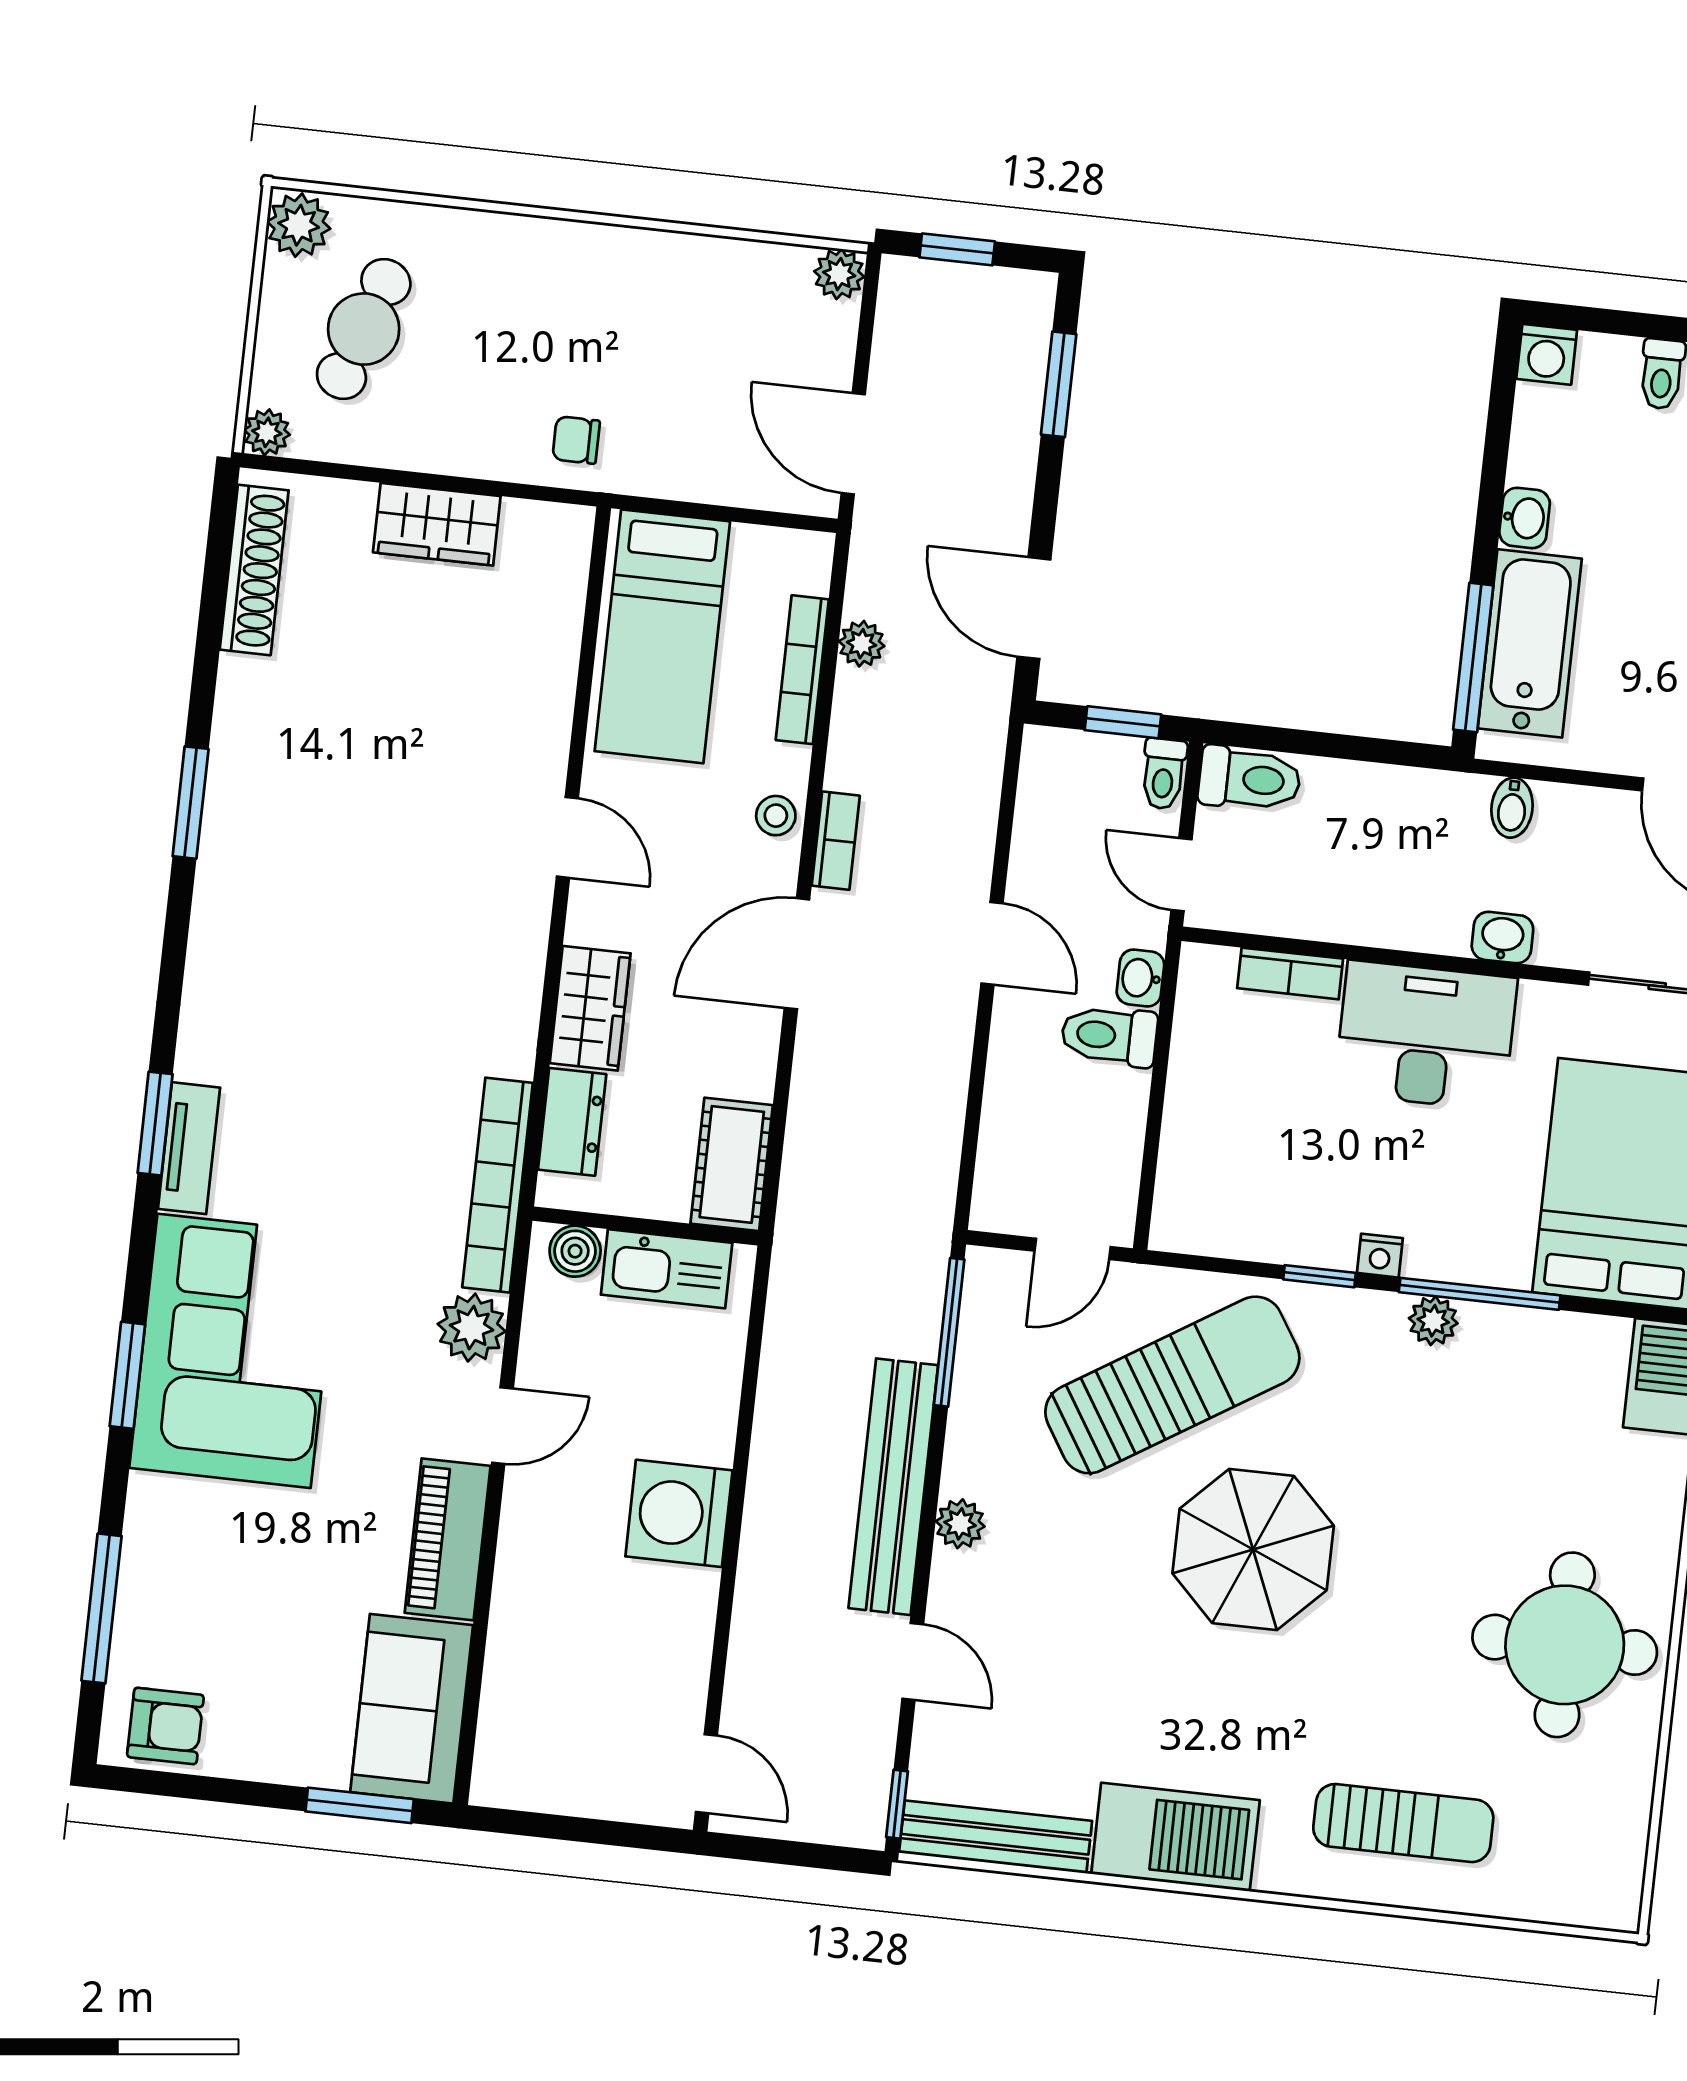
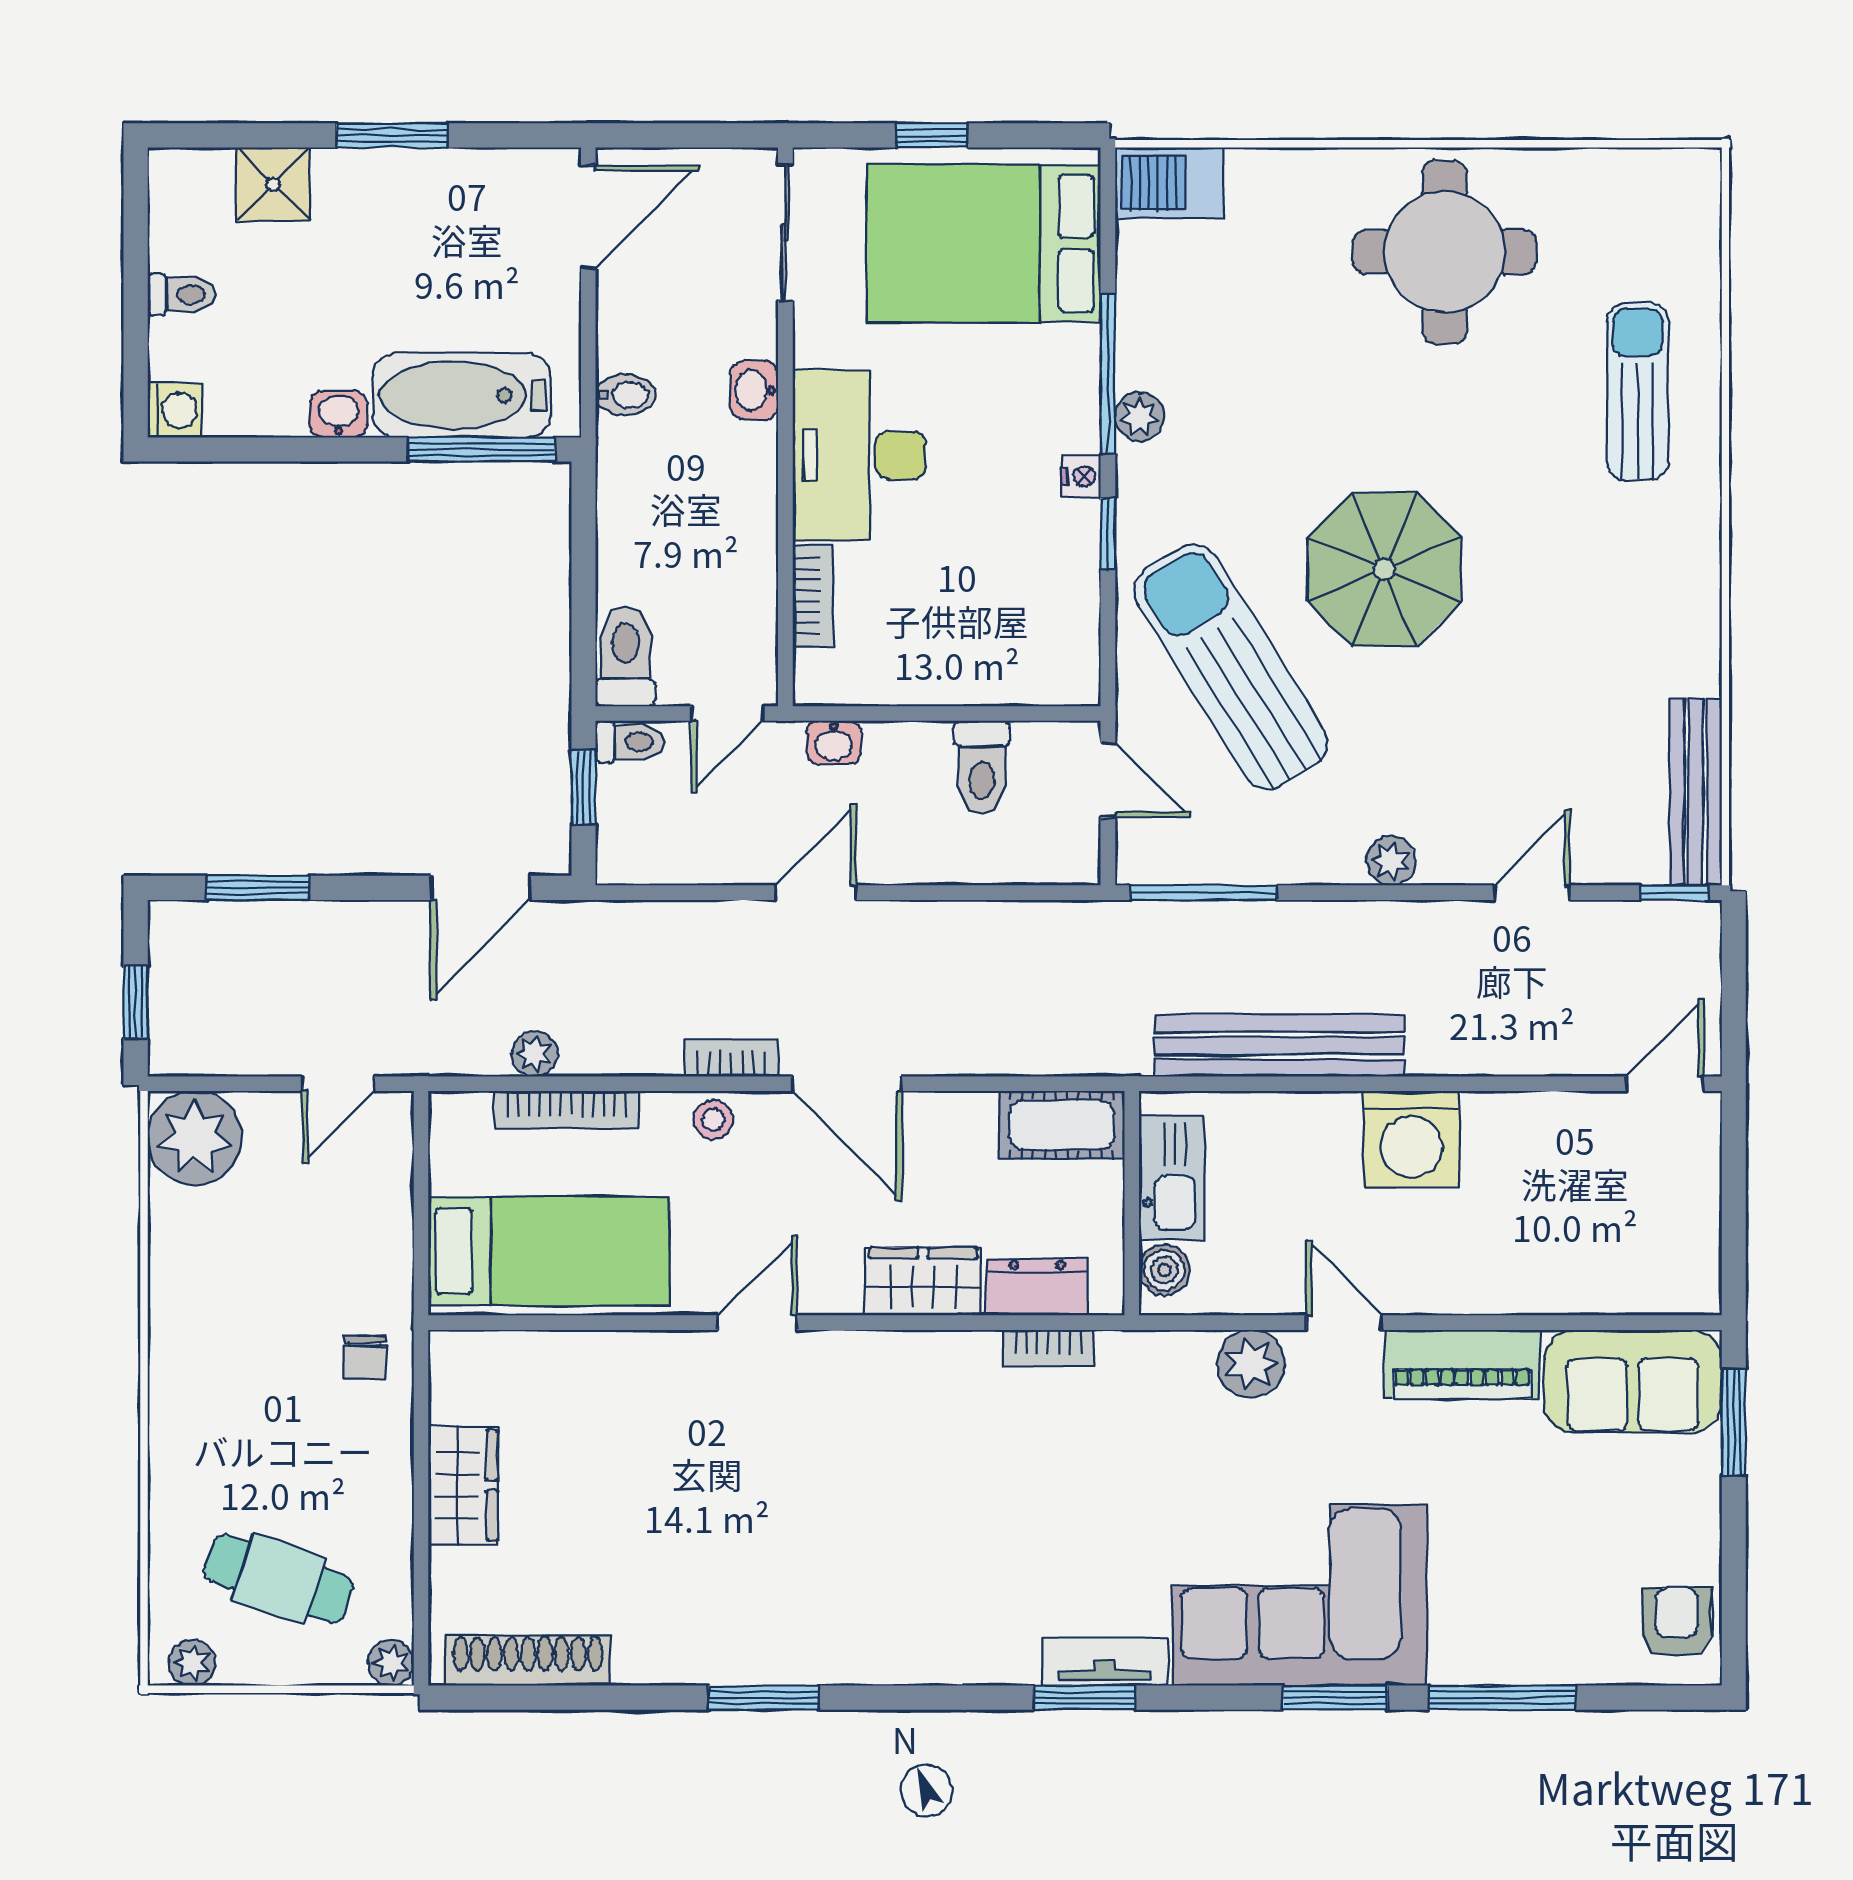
plant: (299, 225) -> (192, 1663), width x0.73, depth x0.73
plant: (839, 274) -> (195, 1138), width x1.88, depth x1.88
door: (853, 444) -> (338, 1084), width x0.73
toilet: (1109, 1036) -> (982, 767), moved
bookcase: (498, 1185) -> (1048, 1348), width x0.43, depth x0.76
bench: (893, 1487) -> (1279, 1046), moved
window: (102, 1608) -> (1502, 1698), moved
barbecue: (1175, 1837) -> (1676, 615), removed

